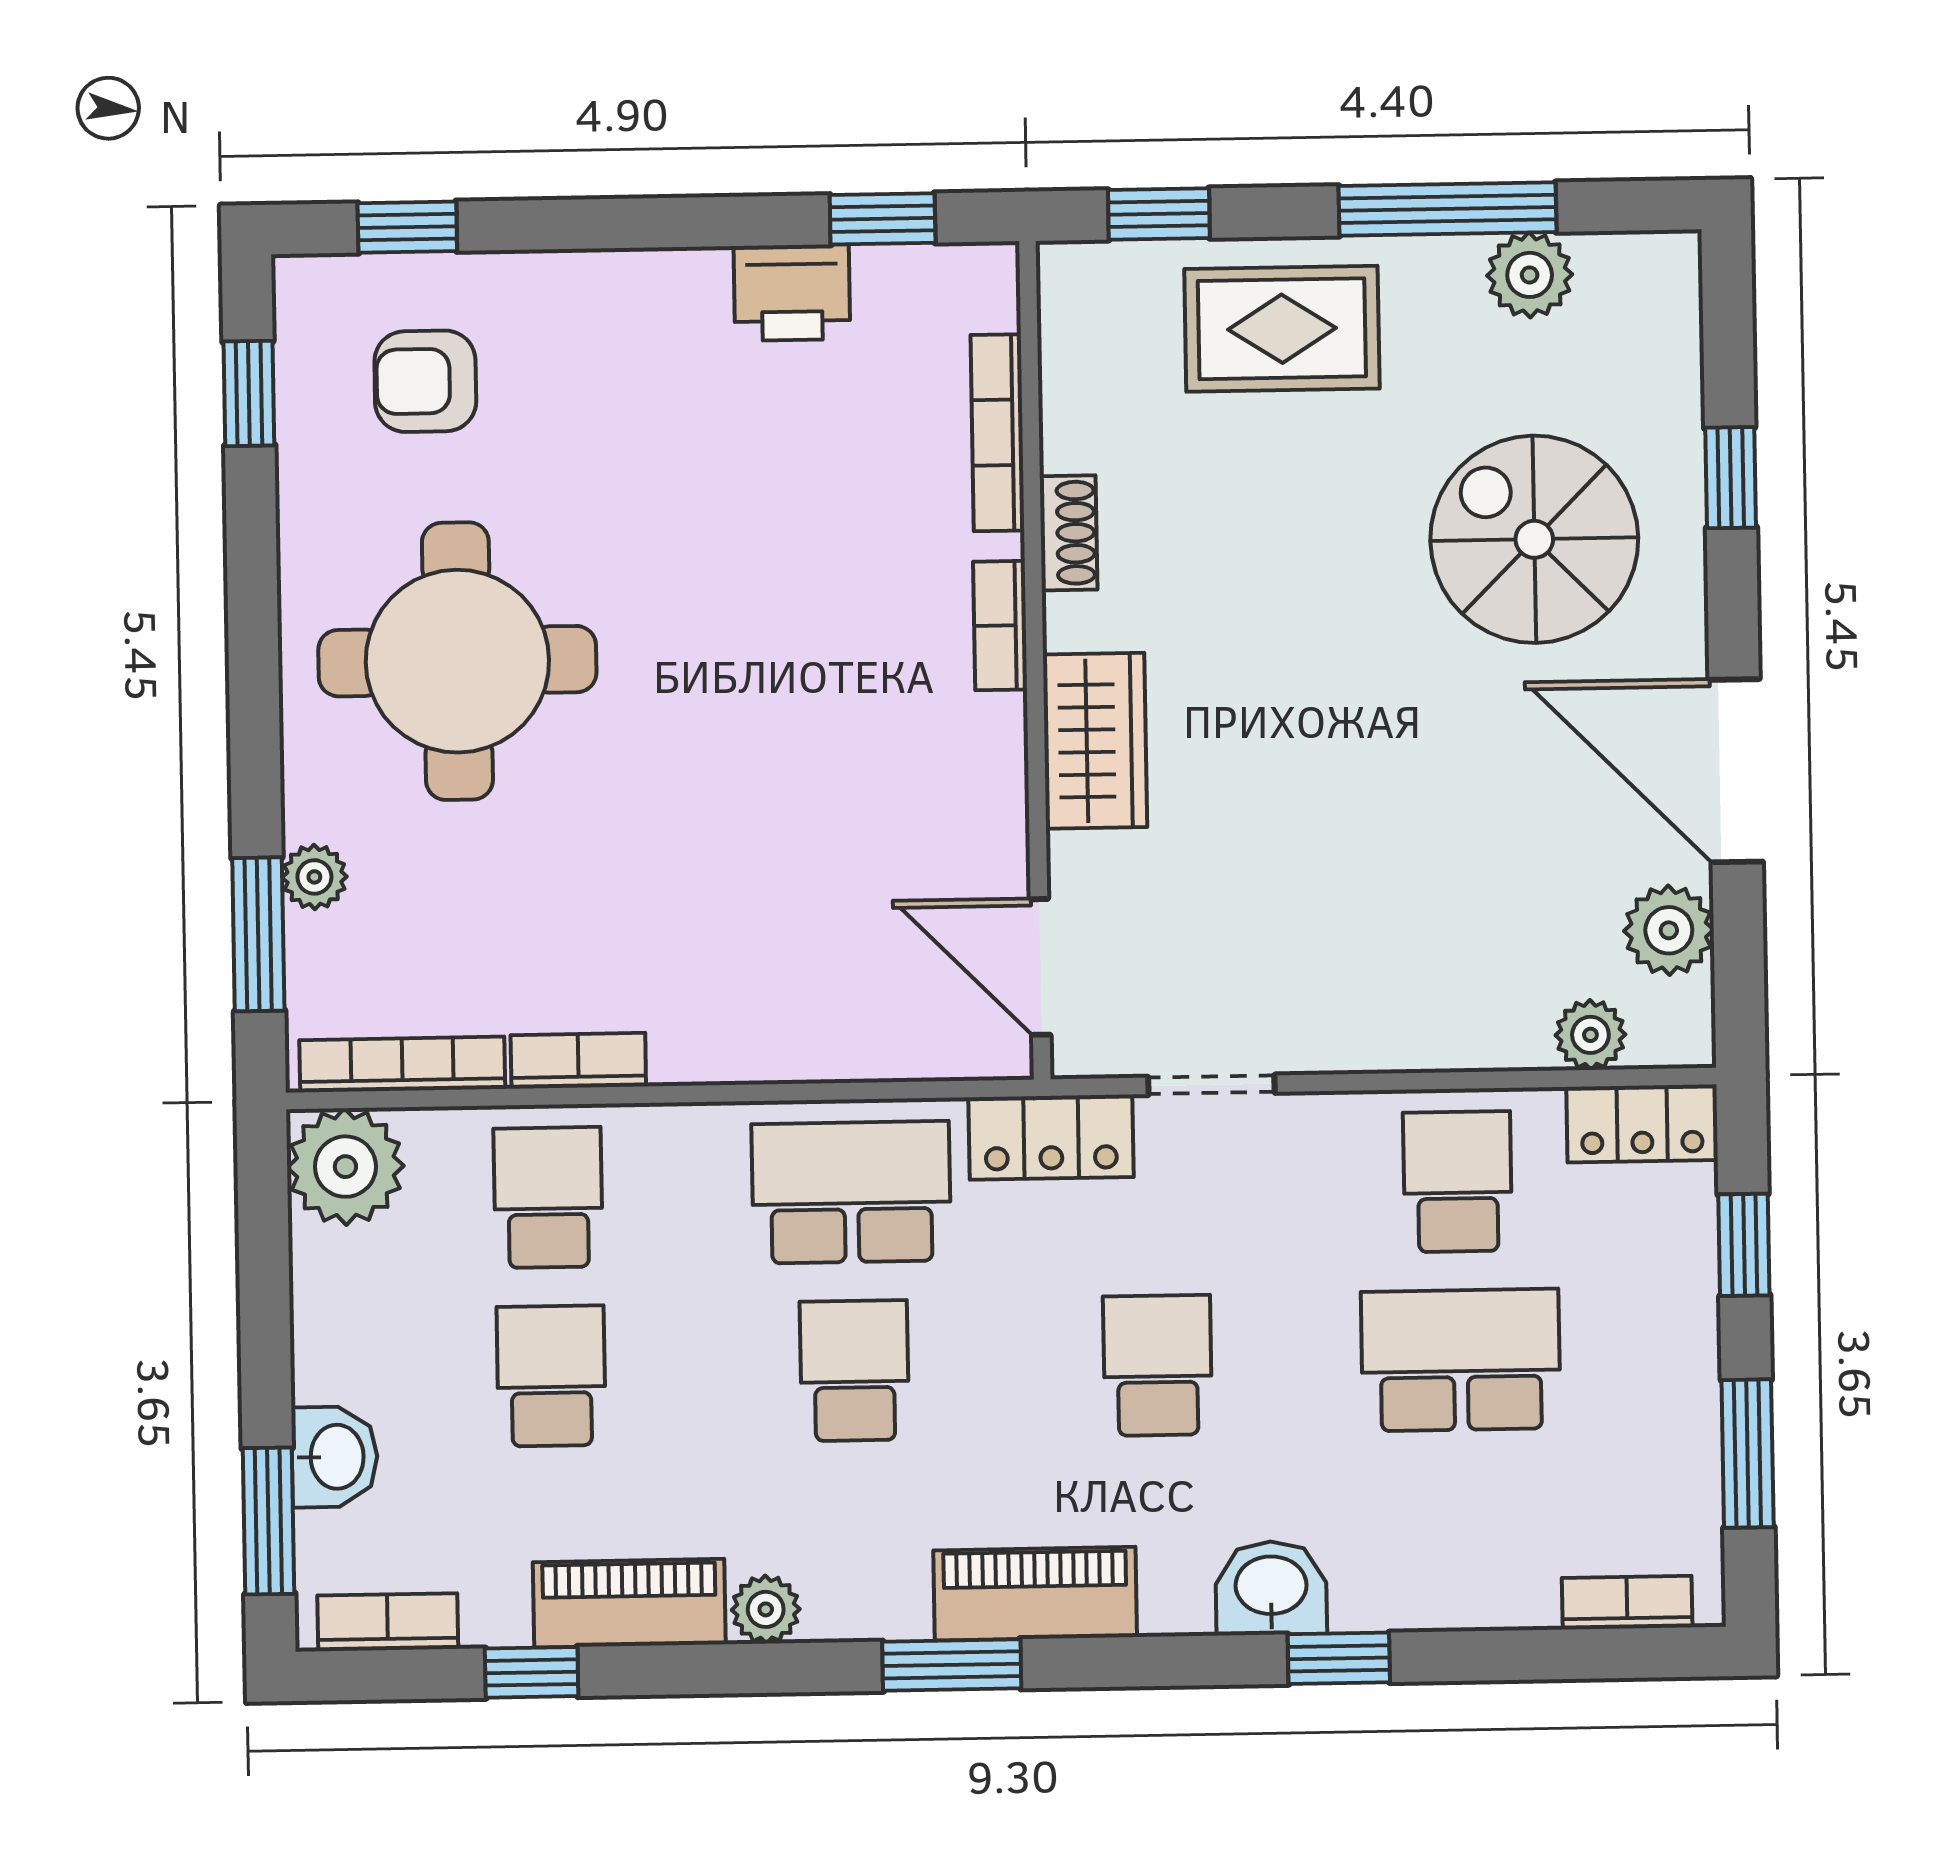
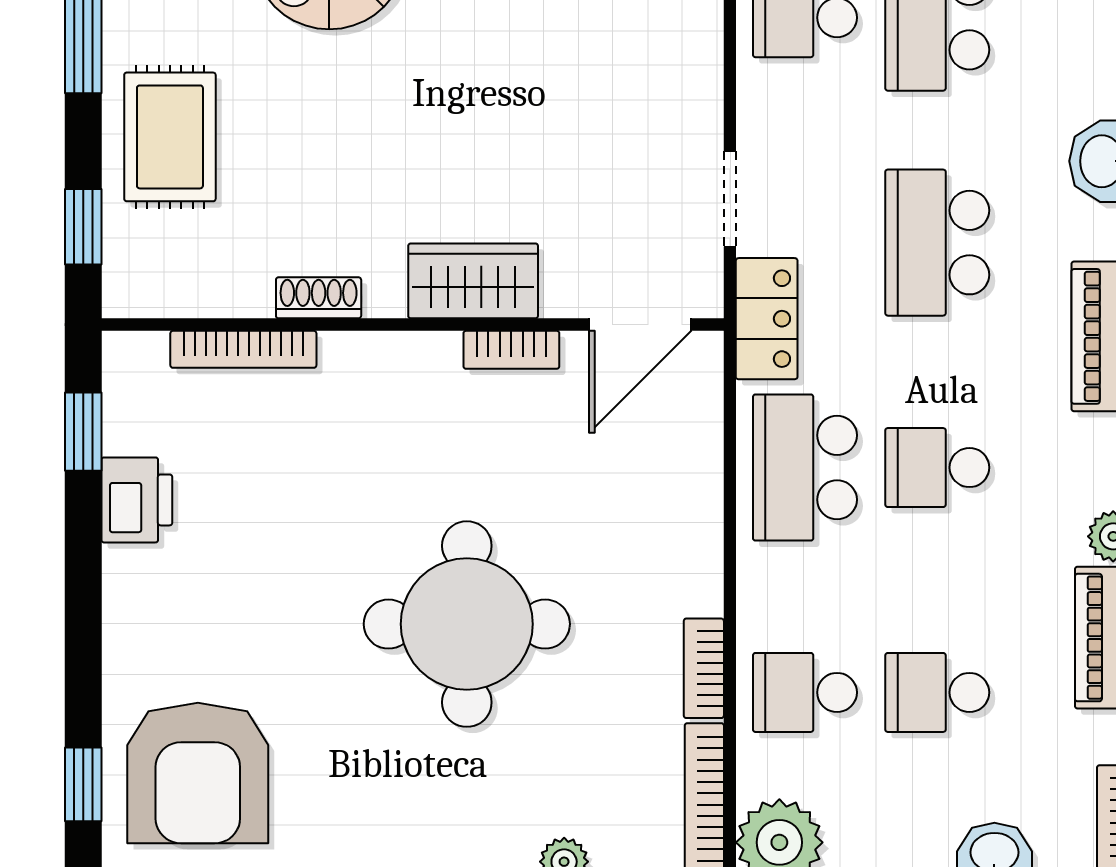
armchair: (425, 381) -> (198, 773), width x1.88, depth x1.88
bookcase: (1000, 626) -> (511, 350), moved
round table: (457, 661) -> (467, 624), moved
school desk: (1158, 1365) -> (937, 243), width x1.85

